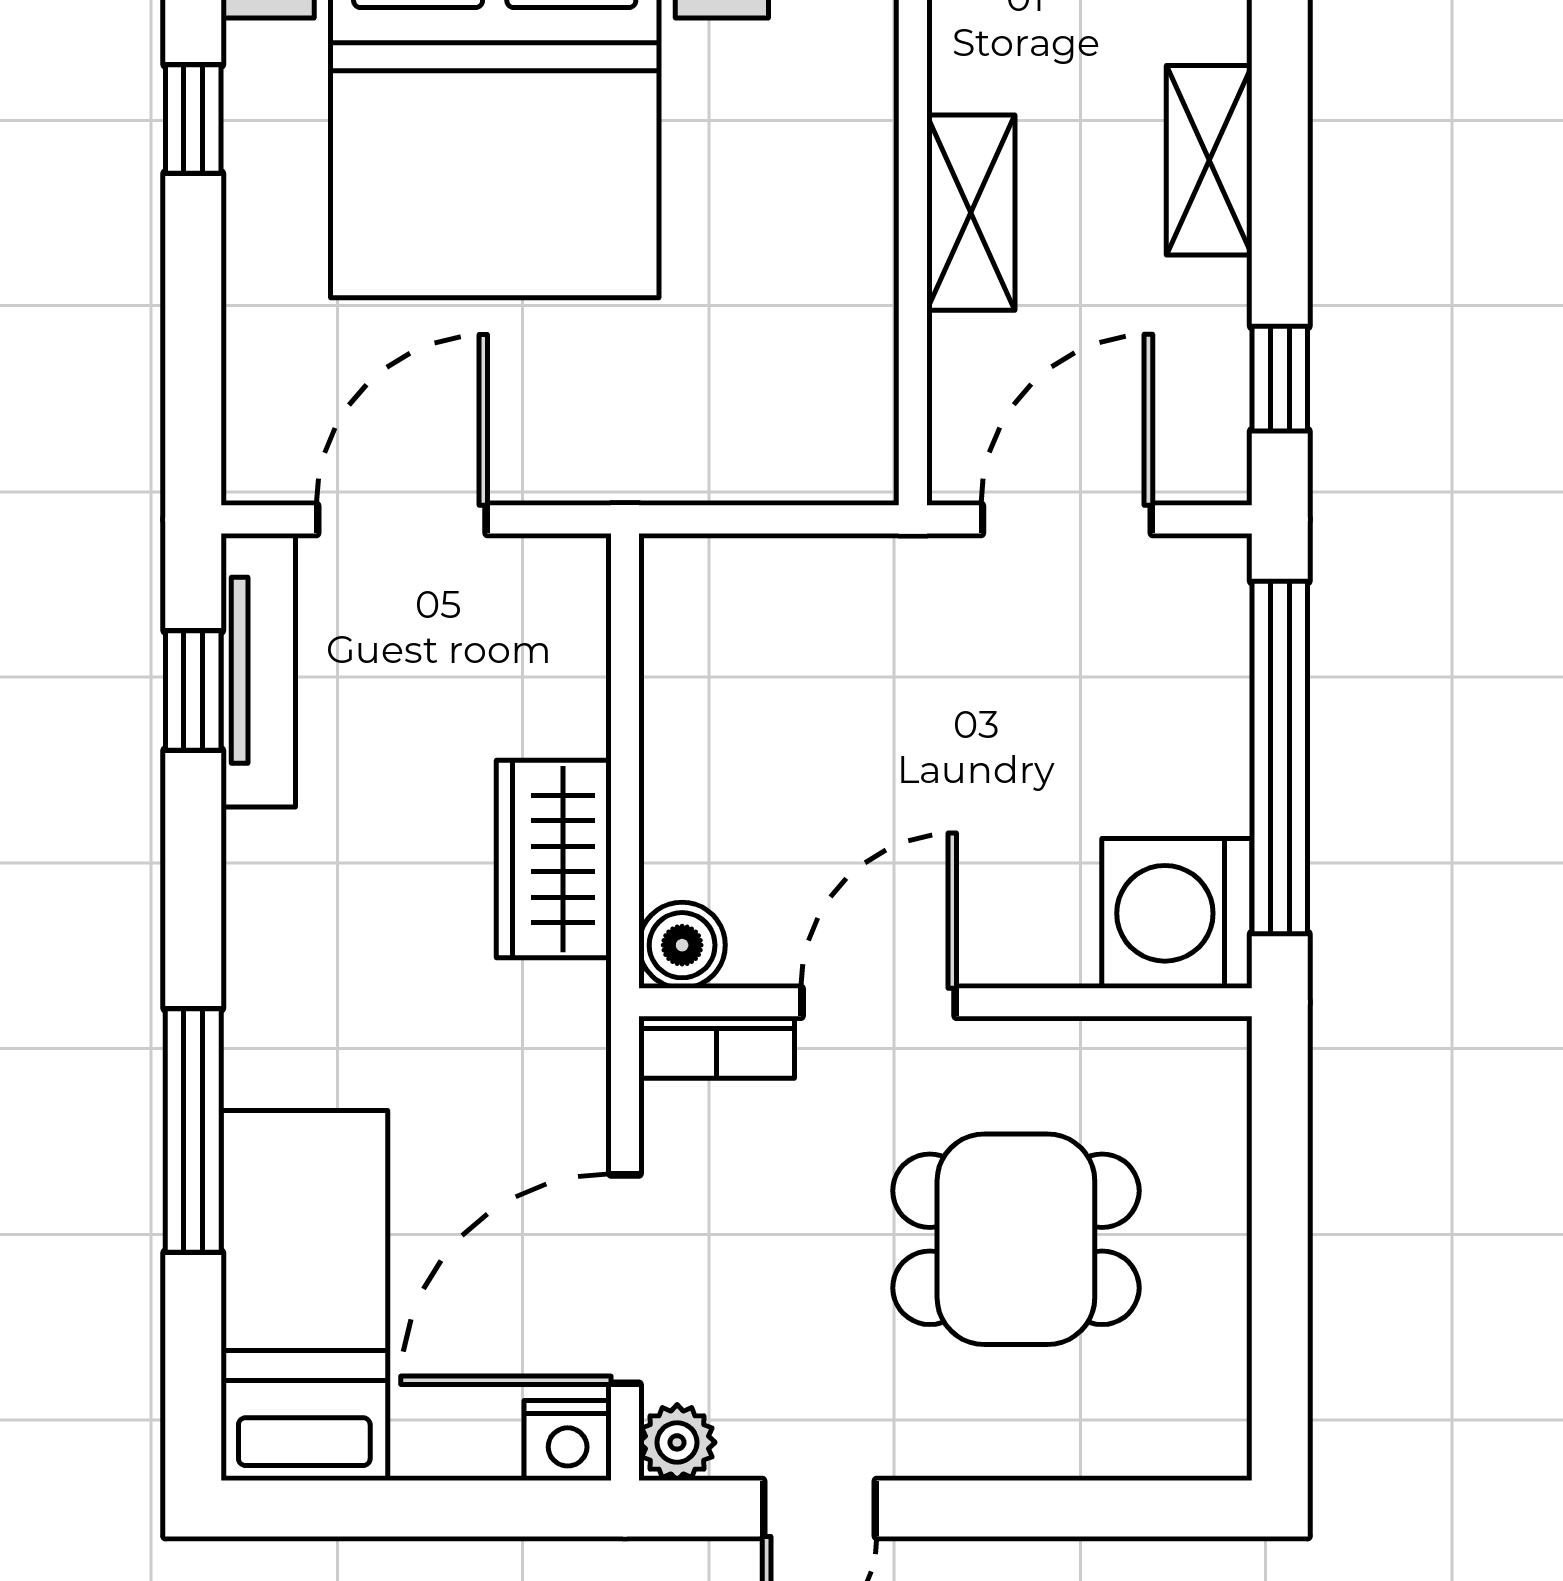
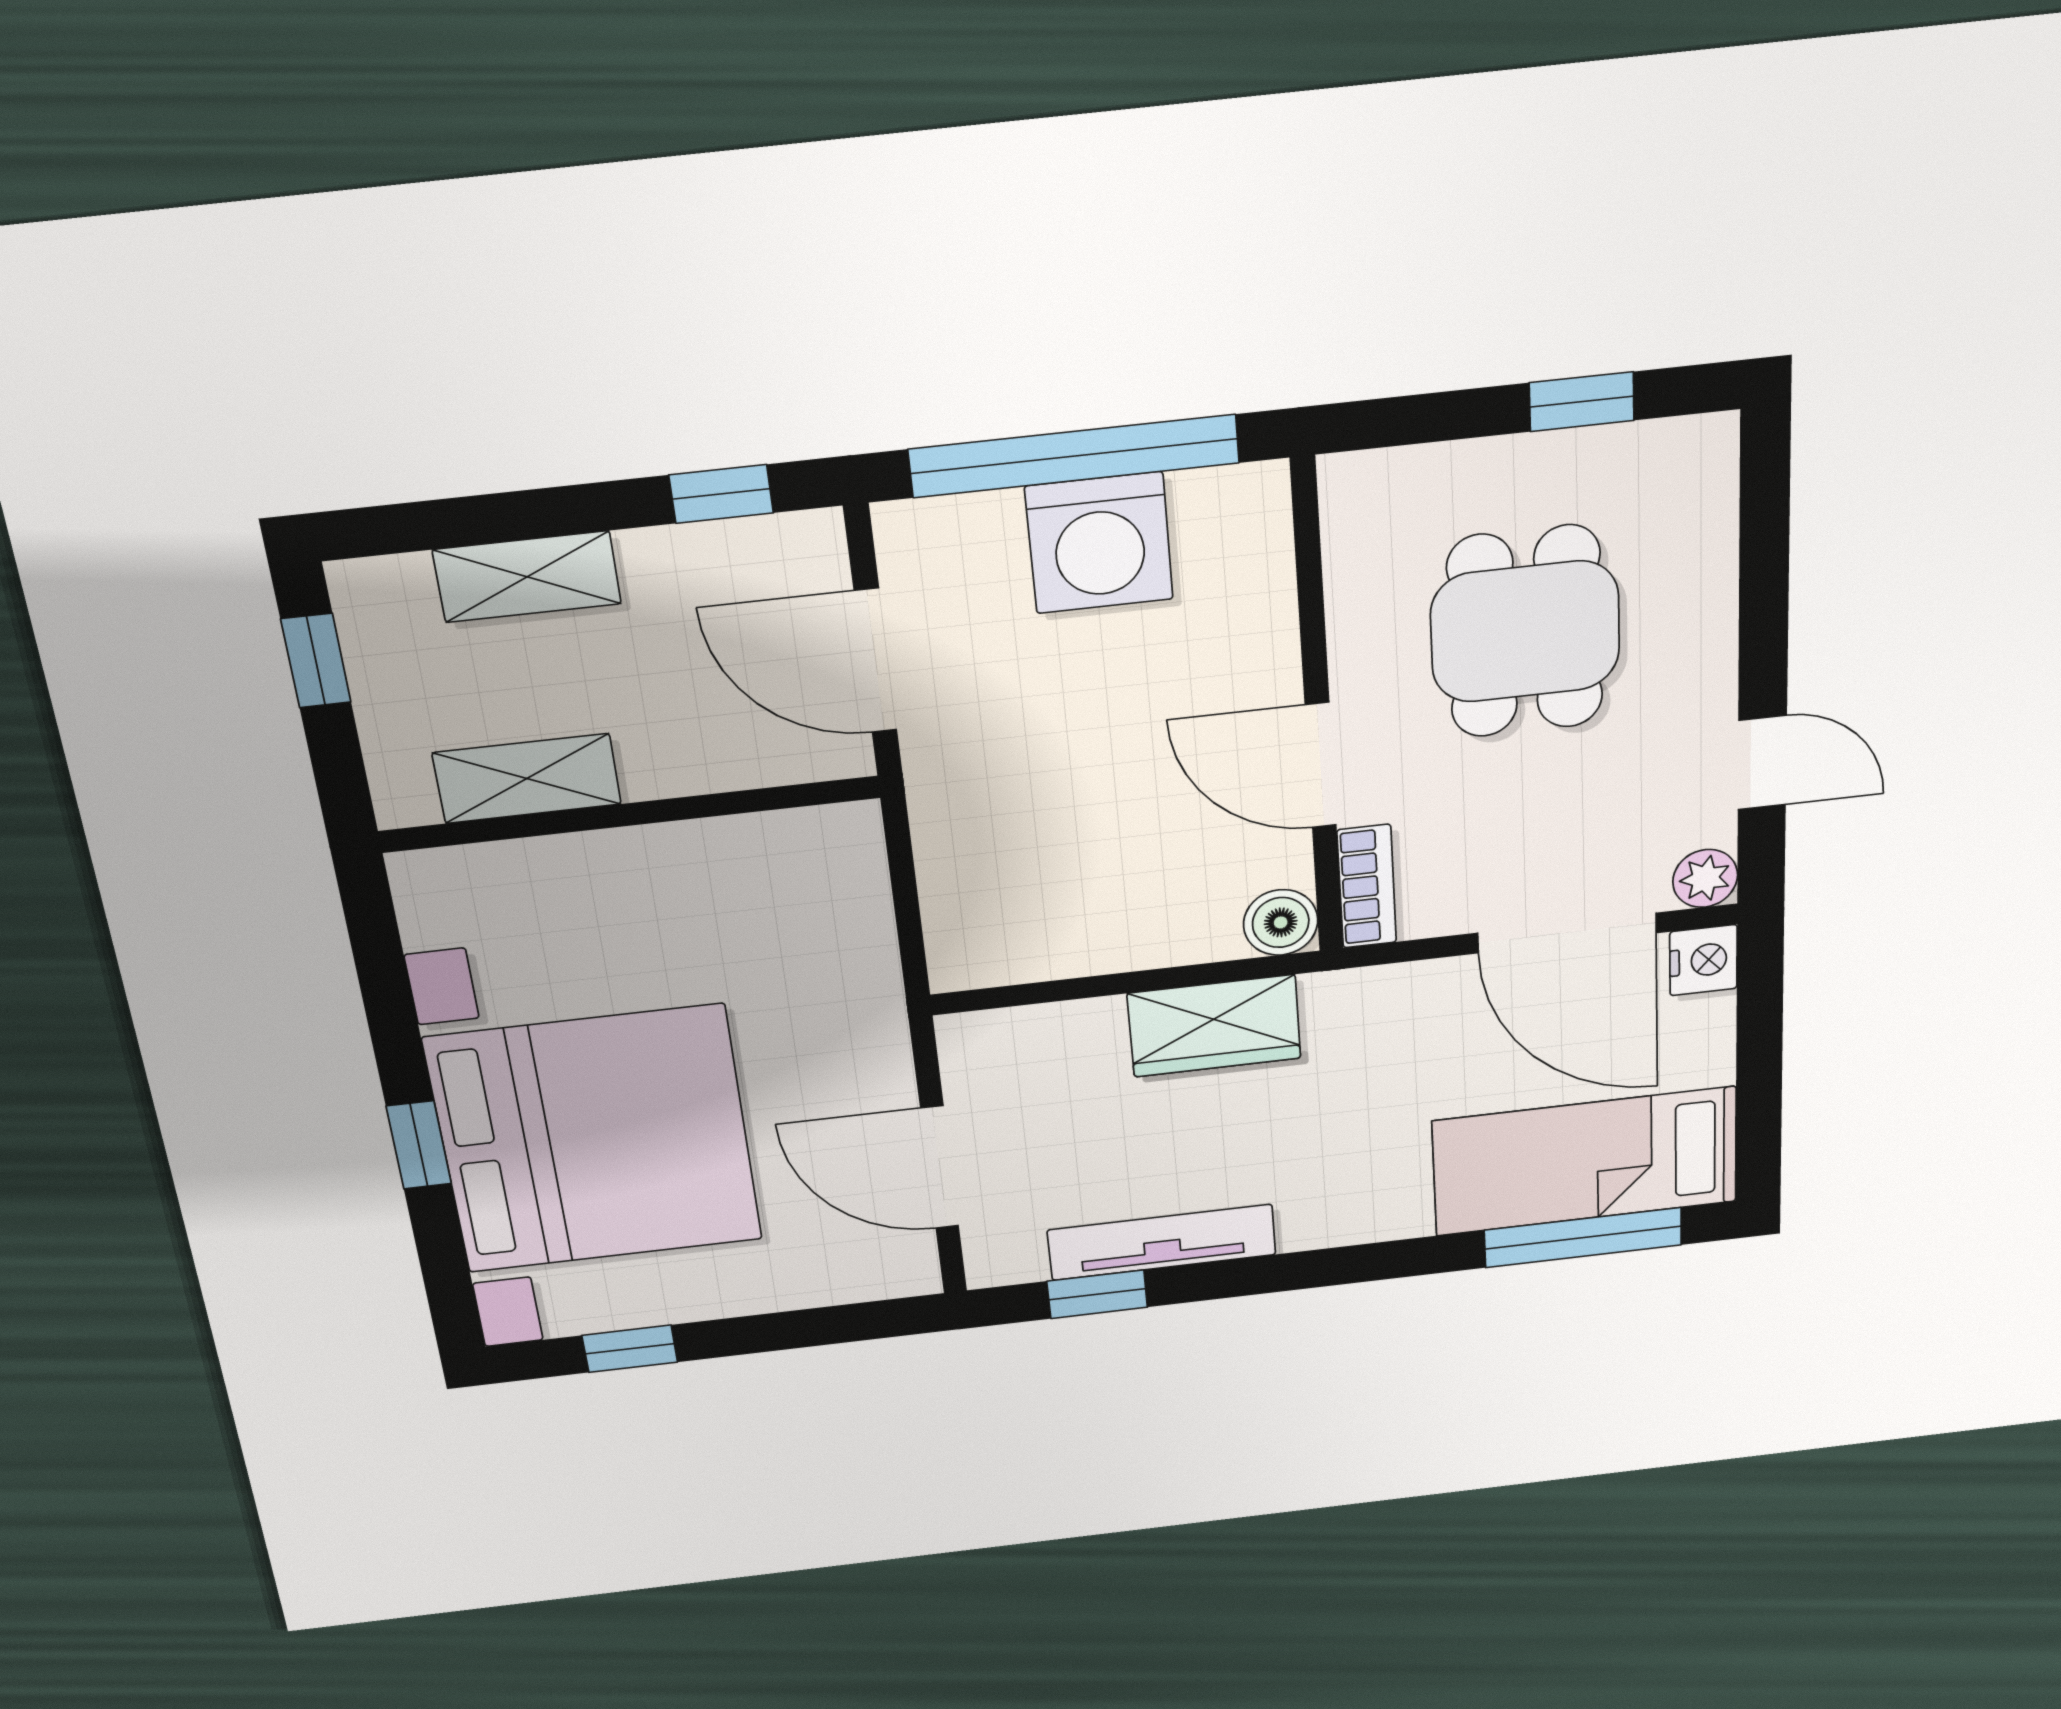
shelving: (971, 213) -> (527, 779), moved
tv unit: (258, 670) -> (1162, 1242), moved
washing machine: (1177, 913) -> (1099, 543), moved
window: (193, 1131) -> (1583, 1238), moved
window: (1280, 1307) -> (1582, 402), added

